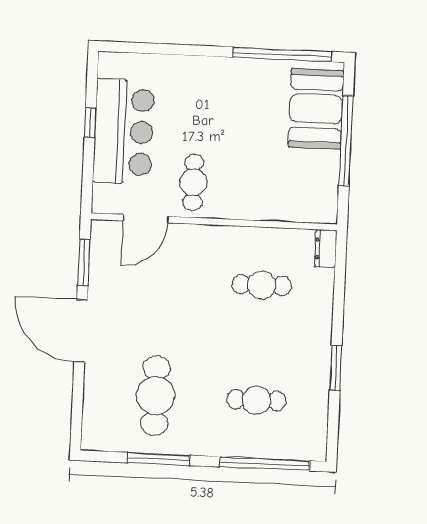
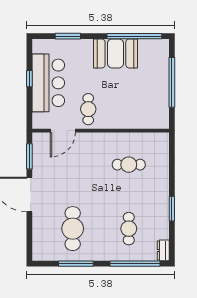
window: (163, 49) -> (68, 36), added
booth: (316, 109) -> (115, 53), moved, turned 90
dresser: (325, 249) -> (163, 250), moved
cafe table: (256, 400) -> (129, 229), turned 90

